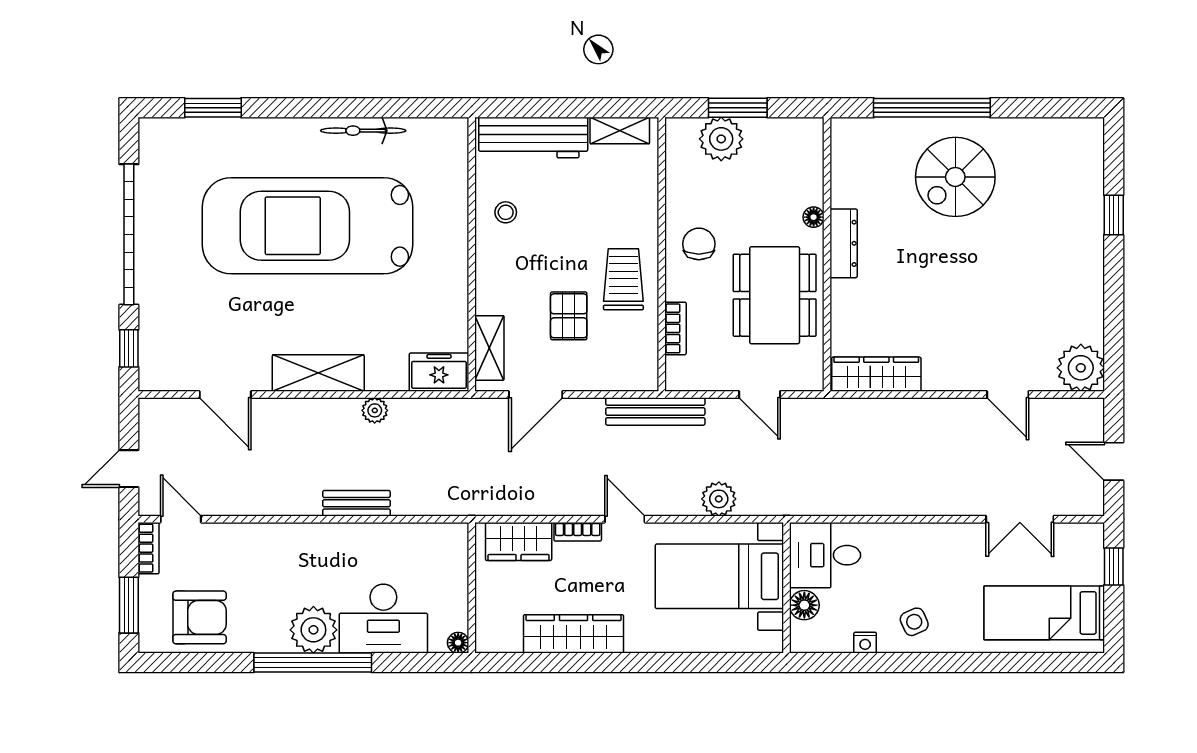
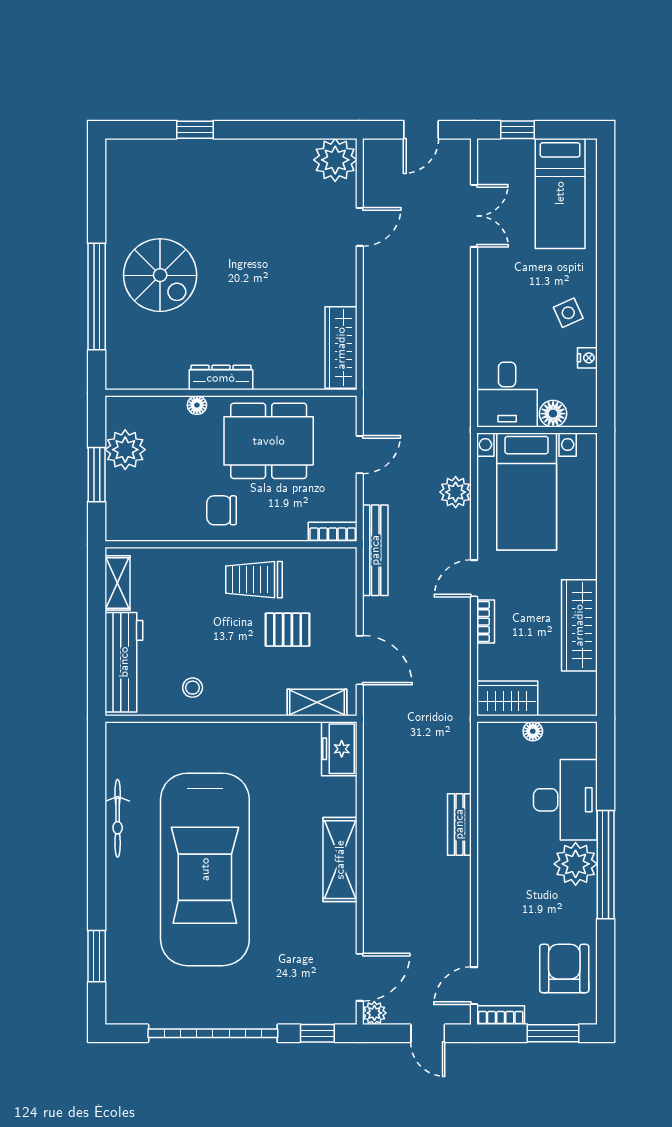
plant: (721, 139) -> (125, 450), moved
bookcase: (675, 328) -> (333, 532), moved
door: (225, 395) -> (360, 977), moved
plant: (375, 410) -> (374, 1013), moved
wardrobe: (519, 541) -> (507, 698), moved, turned -90
floor lamp: (458, 643) -> (533, 731), moved

